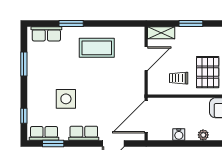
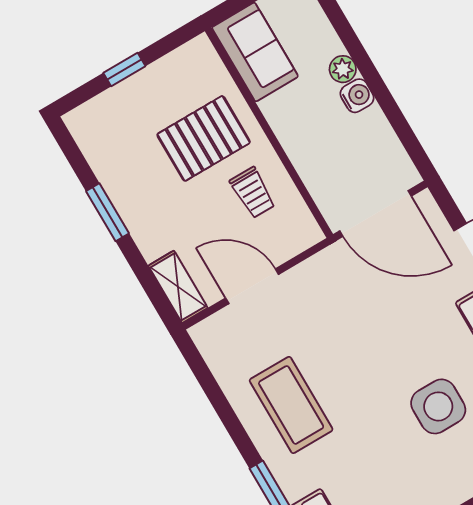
window: (191, 23) -> (107, 212), moved
water cooler: (179, 134) -> (357, 96), moved

